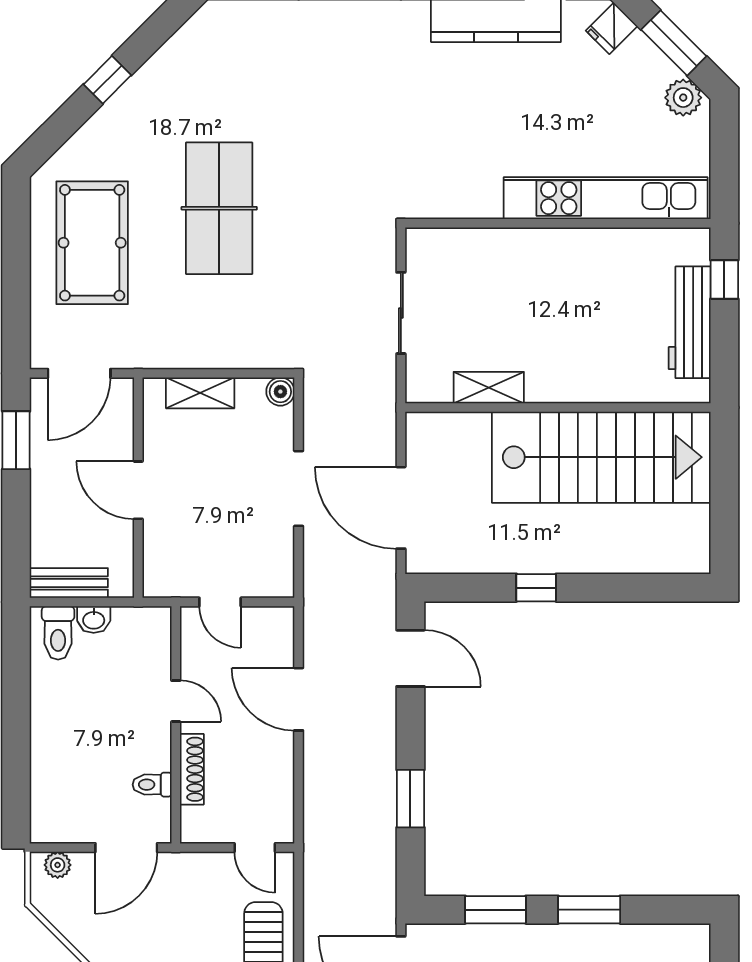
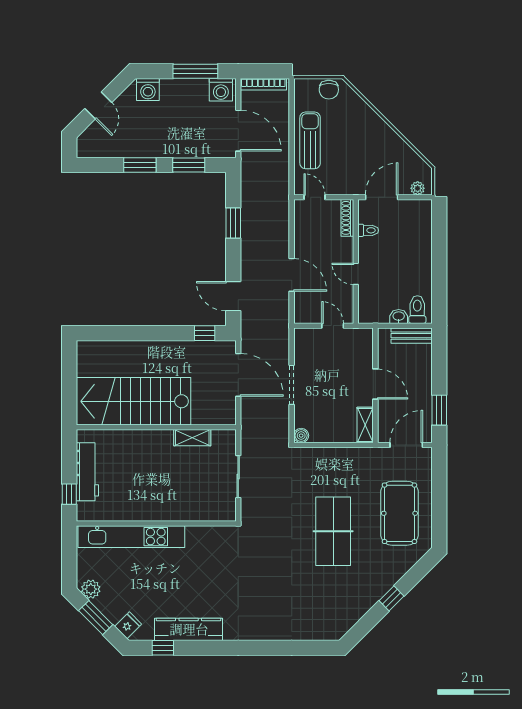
shelving: (200, 393) -> (365, 425), moved, turned 90
window: (536, 588) -> (205, 333), moved
shoe rack: (192, 769) -> (347, 218), moved

